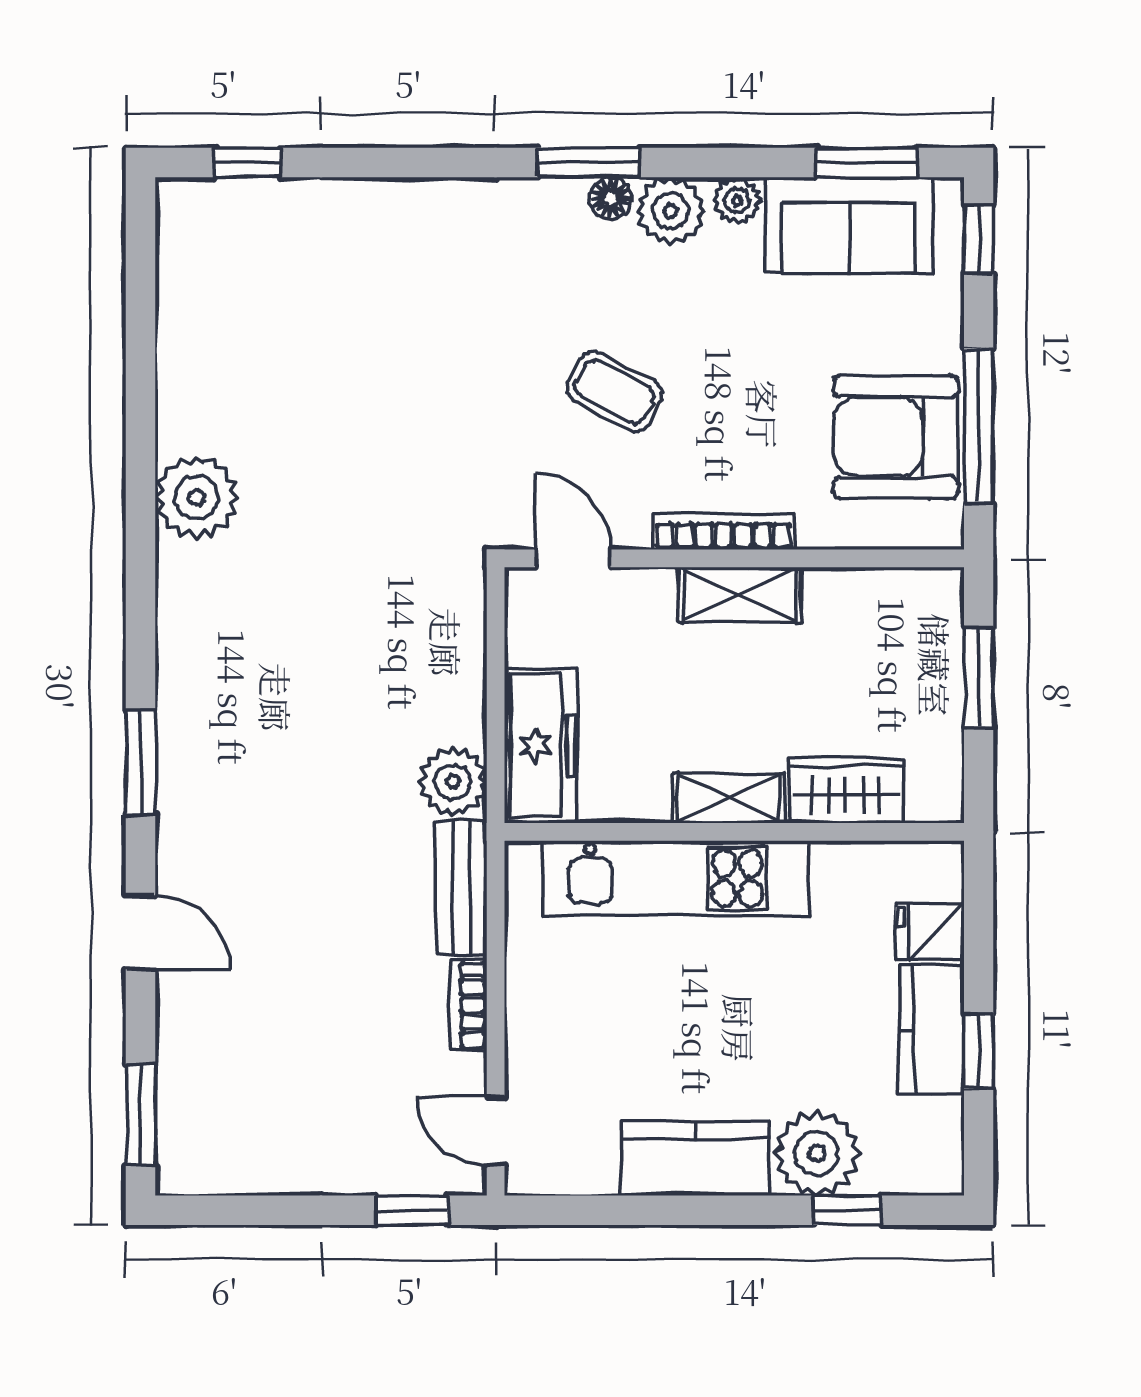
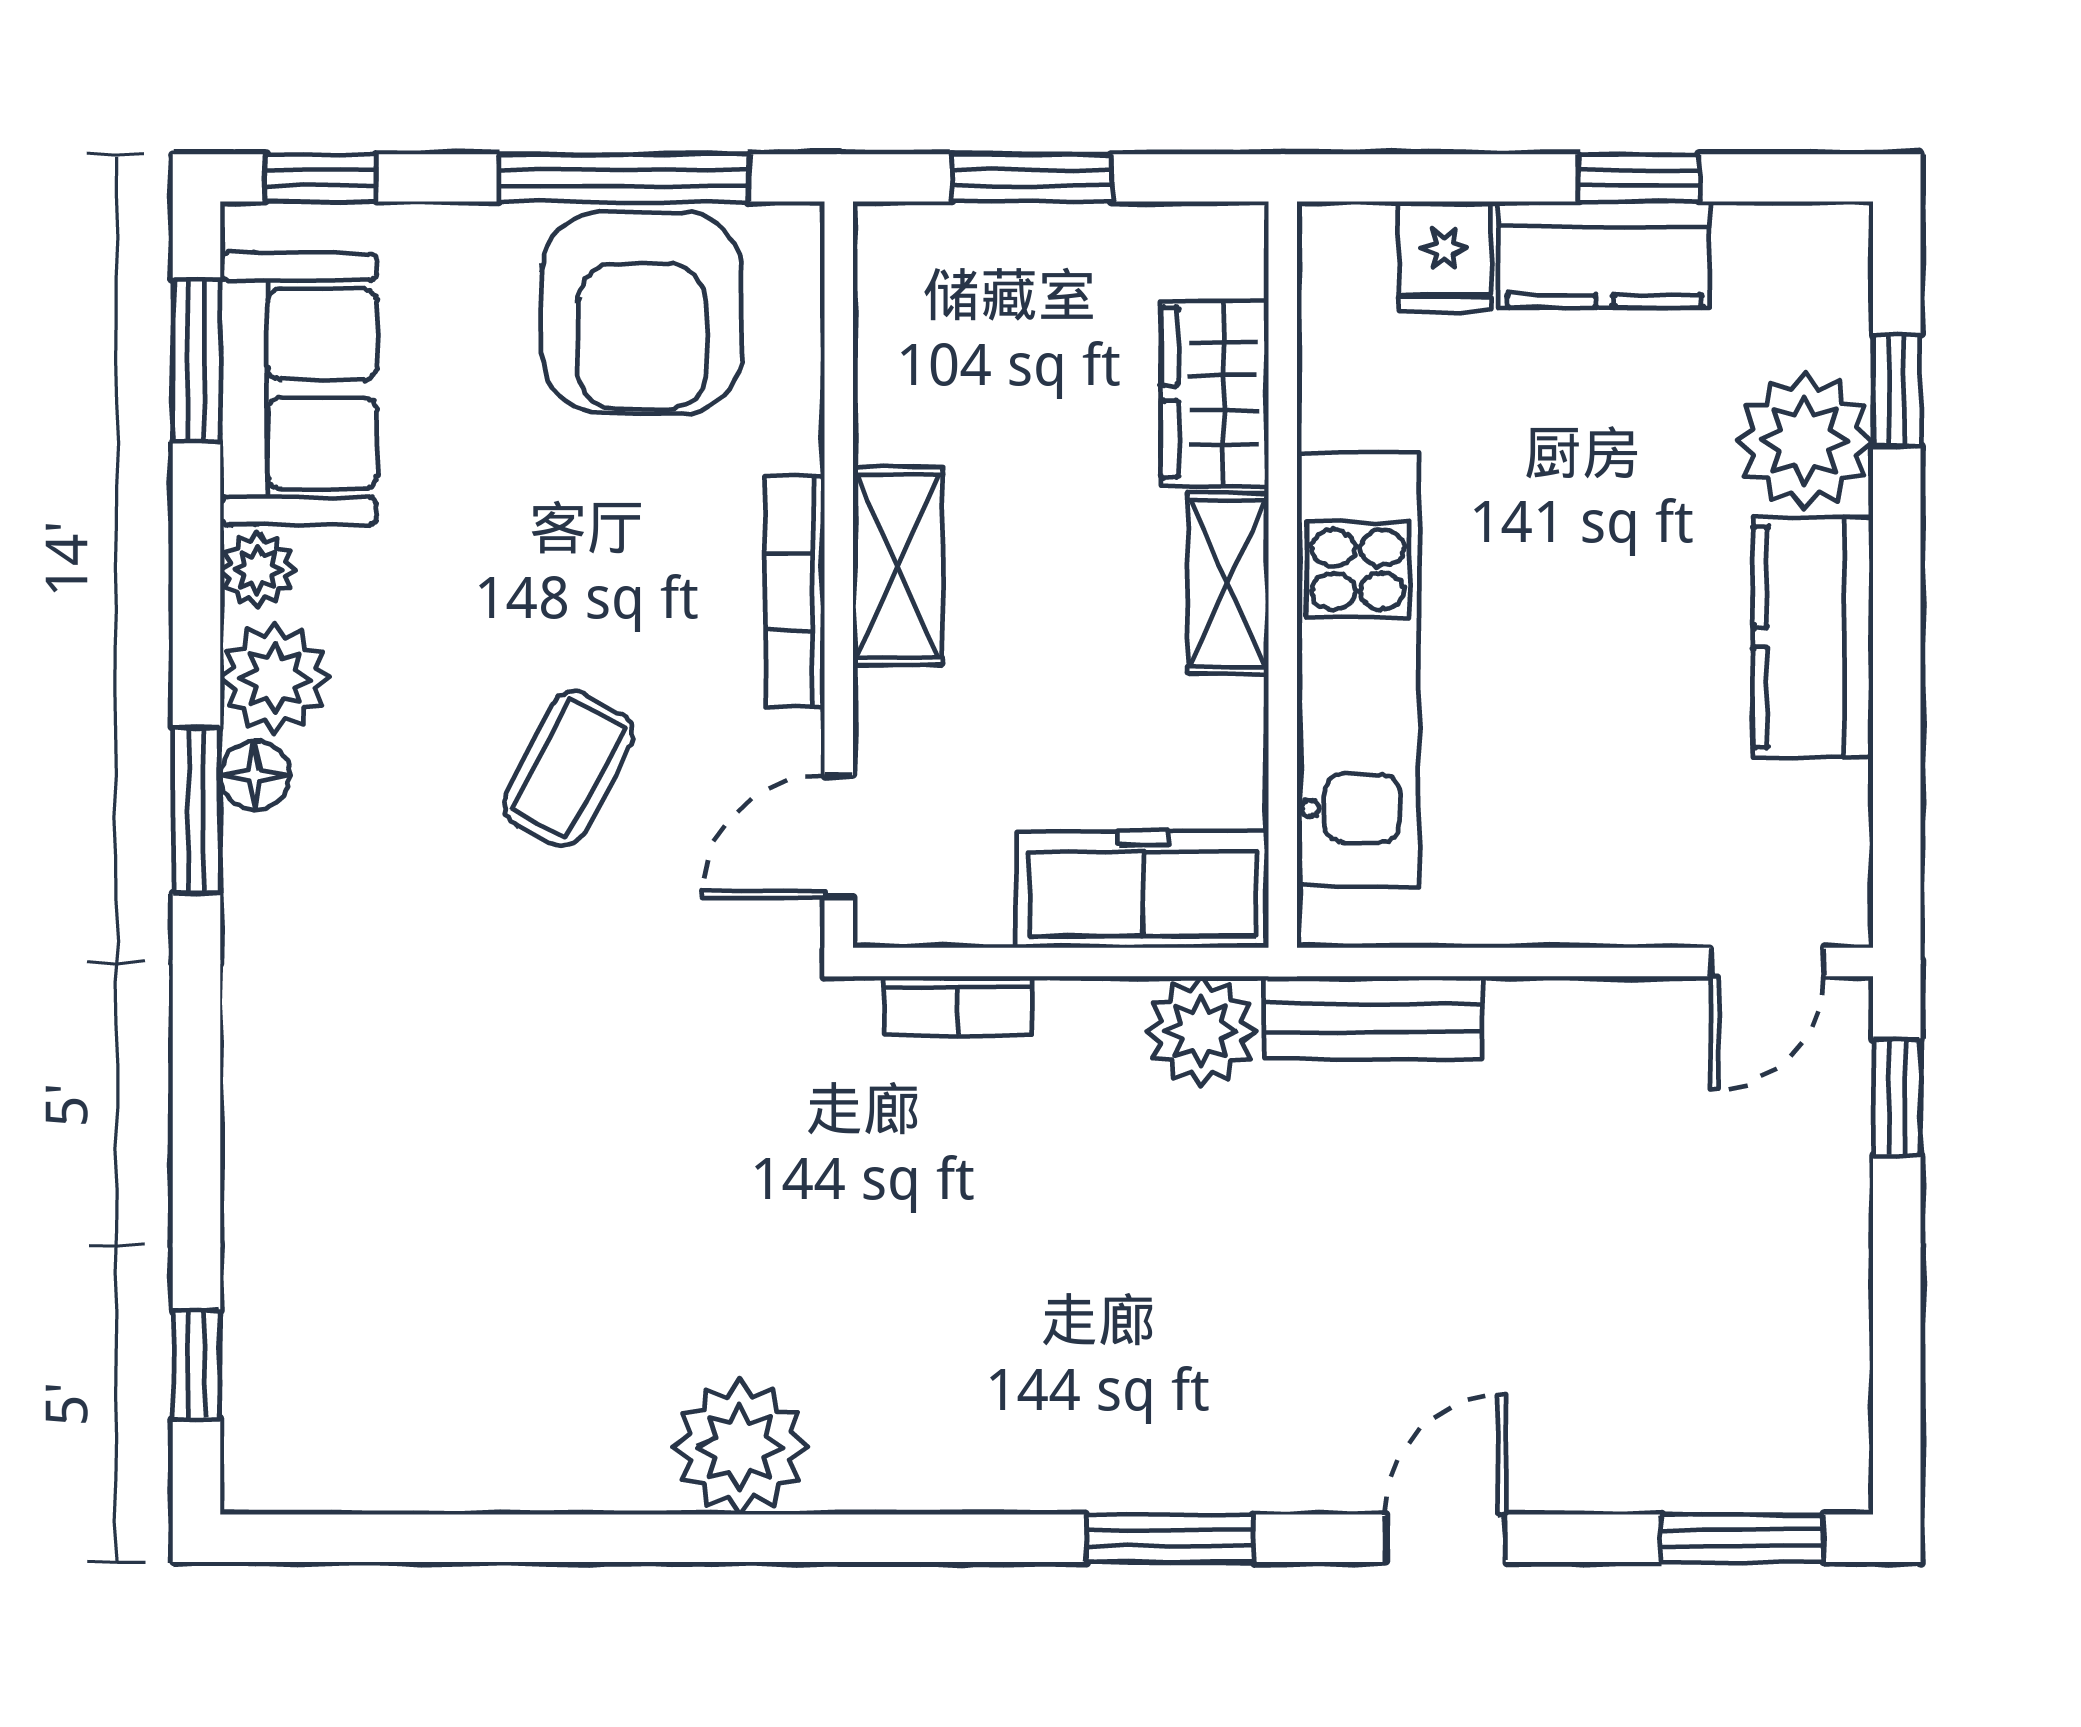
bookcase: (469, 1005) -> (958, 1006), moved

